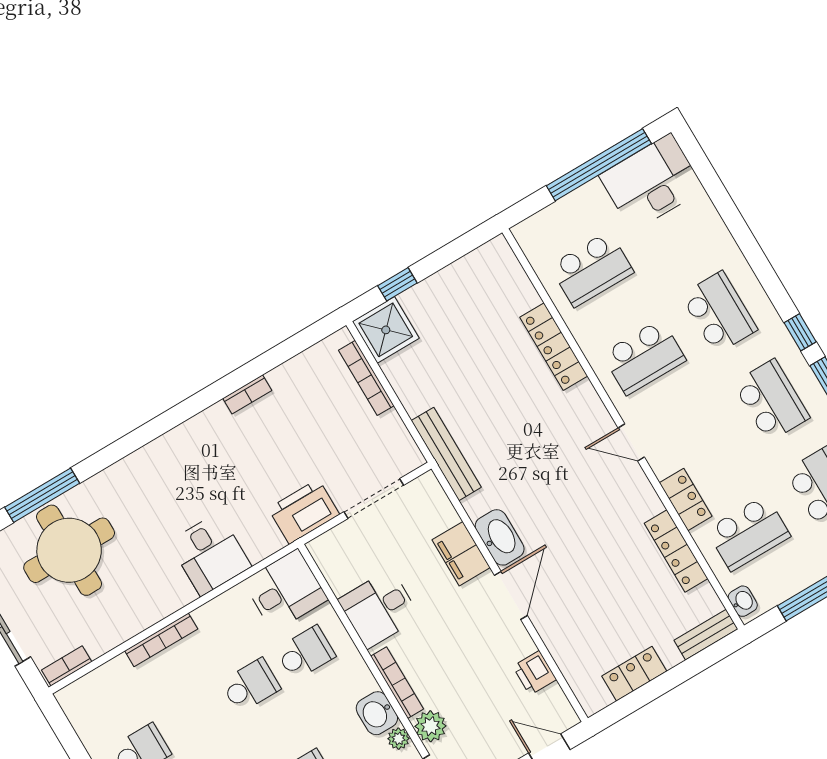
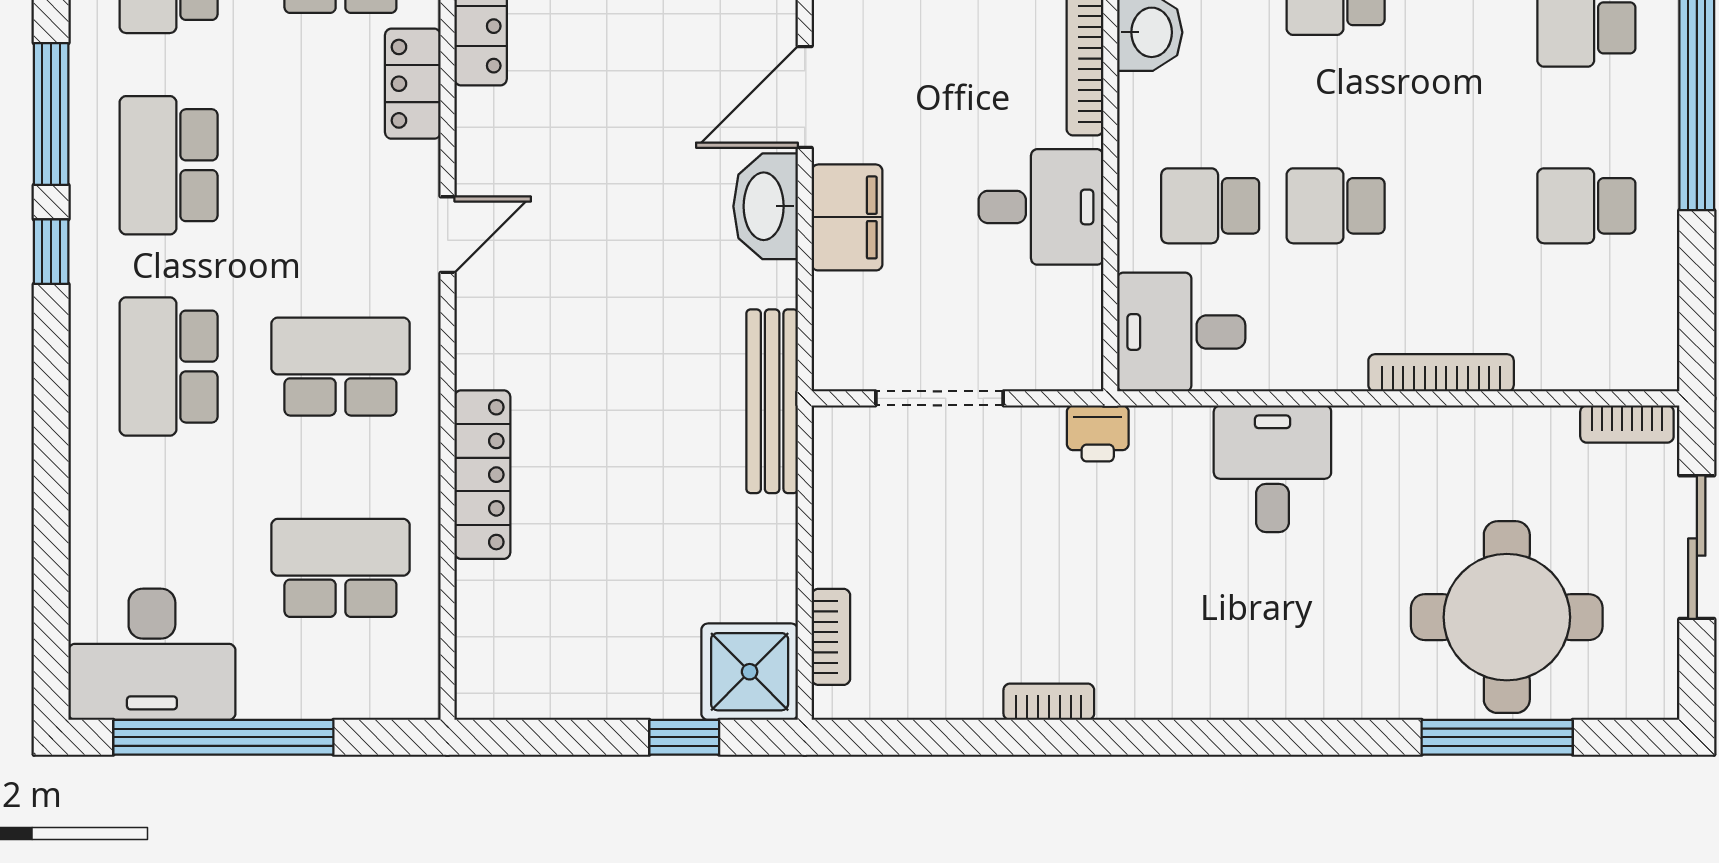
bookcase: (366, 378) -> (831, 637), width x0.64
door: (631, 442) -> (448, 235), hinge flipped
printer: (304, 511) -> (1098, 433), width x0.53, depth x0.68

